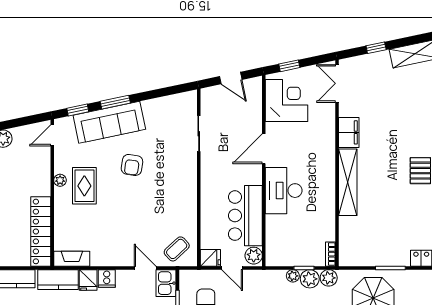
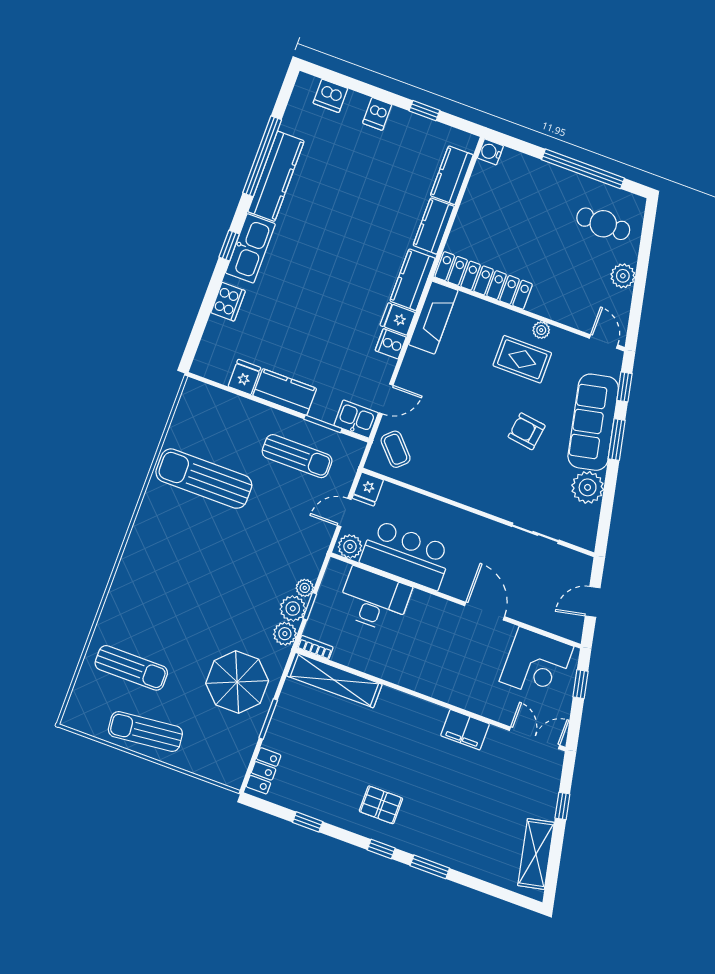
plant: (155, 110) -> (588, 487), added
shelving: (348, 182) -> (334, 680), moved
desk: (284, 191) -> (374, 600), moved
fireplace: (72, 259) -> (433, 318), width x1.37, depth x1.32

